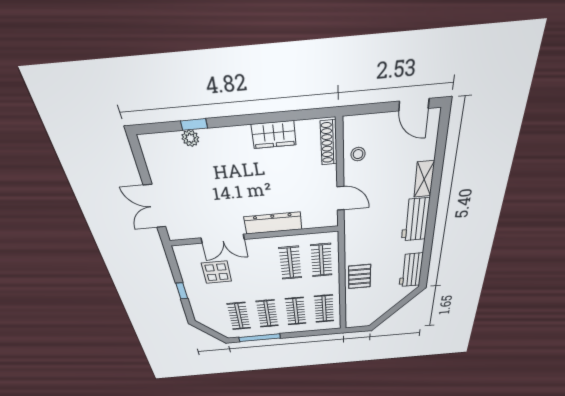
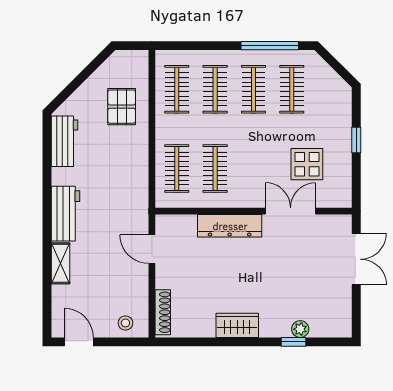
wardrobe: (274, 135) -> (237, 325), moved
stool: (358, 154) -> (125, 323), moved
pallet: (360, 277) -> (122, 107), moved

